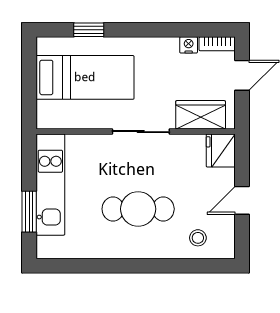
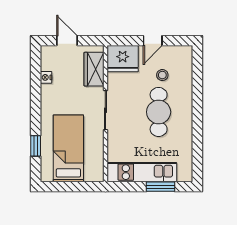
bookcase: (217, 44) -> (45, 58), removed
fridge: (221, 151) -> (123, 59), width x1.36, depth x1.34
door: (242, 200) -> (153, 41), hinge flipped
stool: (198, 238) -> (162, 75), moved

